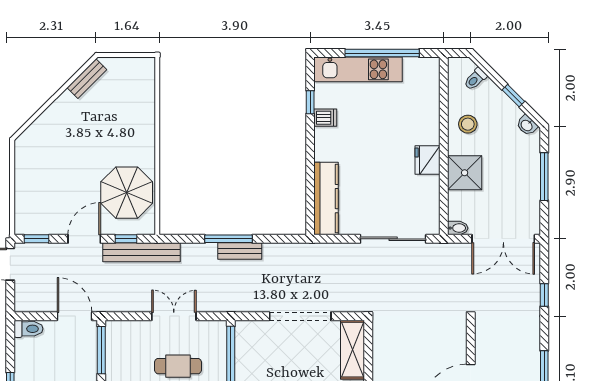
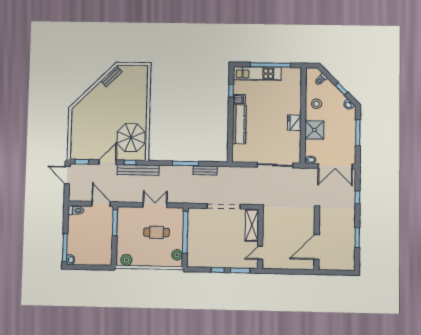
kitchen counter: (326, 199) -> (239, 124), moved
bench: (240, 251) -> (205, 170), moved

